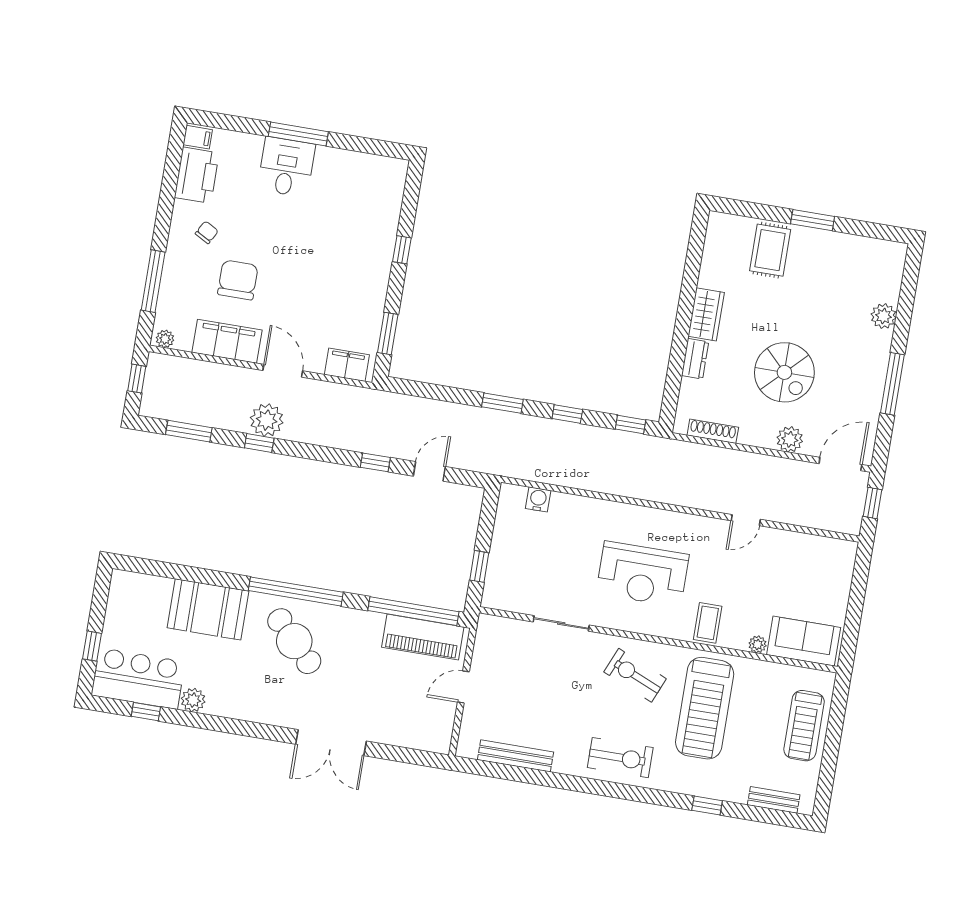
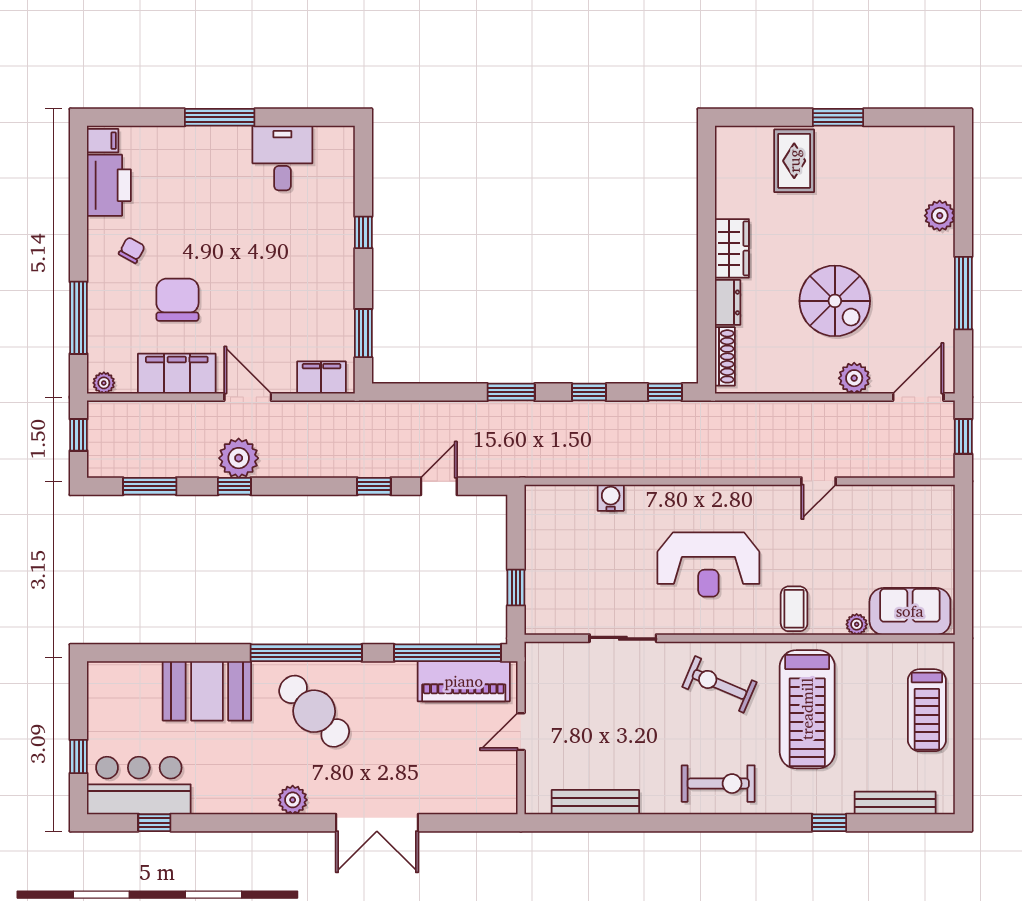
desk: (286, 167) -> (282, 158), moved
shoe rack: (713, 431) -> (725, 356), moved, turned 90
water cooler: (538, 499) -> (611, 498), moved
plant: (193, 700) -> (293, 800), moved
bench: (774, 800) -> (895, 803), width x1.36

